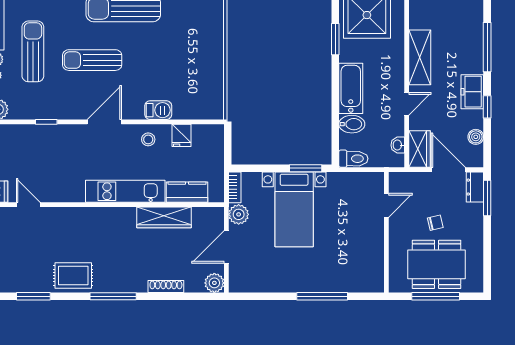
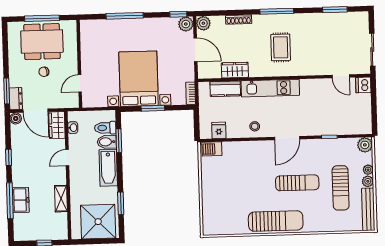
shelving: (420, 57) -> (61, 199), width x0.67, depth x0.75
freezer: (472, 92) -> (21, 200), moved
barbecue: (158, 110) -> (212, 149), moved
window: (335, 125) -> (119, 141), added
fridge: (181, 135) -> (219, 130), moved
boiler: (476, 137) -> (16, 118), moved
toilet: (353, 159) -> (105, 128), moved
window: (306, 168) -> (153, 108), moved
bed with nightstands: (294, 209) -> (139, 79), width x1.36
plant: (239, 214) -> (186, 24), moved
wardrobe: (164, 217) -> (235, 70), width x0.67
door: (226, 247) -> (196, 50), hinge flipped
rug: (73, 275) -> (281, 47), moved, turned 90
window: (248, 296) -> (178, 14), added

